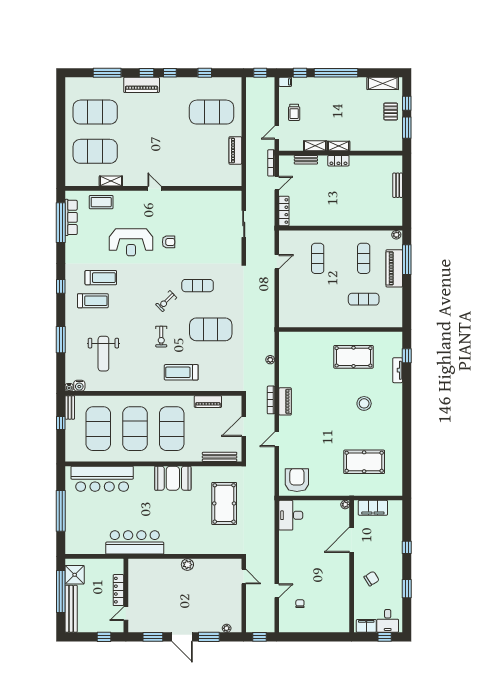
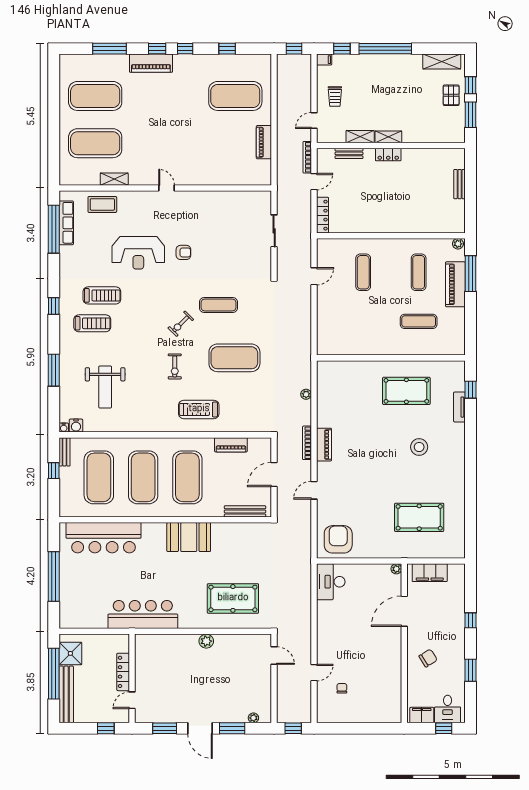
pool table: (224, 503) -> (233, 598), moved, turned 90

